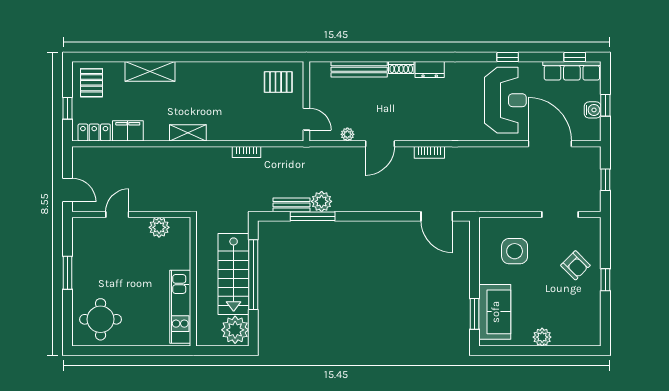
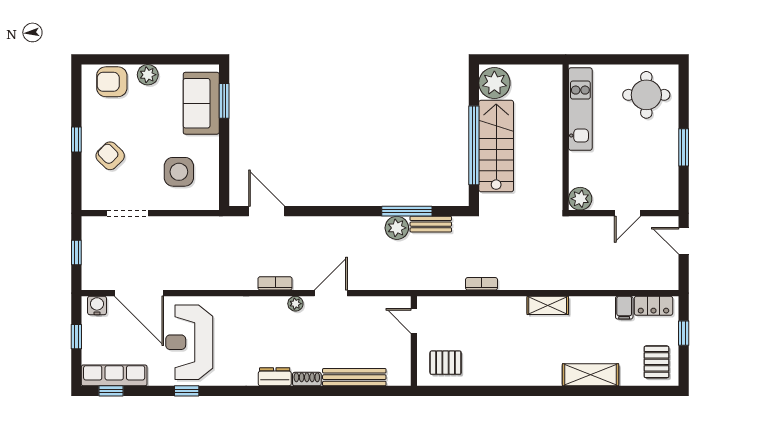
water cooler: (593, 110) -> (97, 305), moved, turned 90
filing cabinet: (128, 131) -> (624, 308), width x0.50
plant: (347, 134) -> (295, 304), moved
wall: (193, 282) -> (566, 137), moved
kitchen unit: (180, 307) -> (580, 109), moved
armchair: (574, 331) -> (112, 82), added

